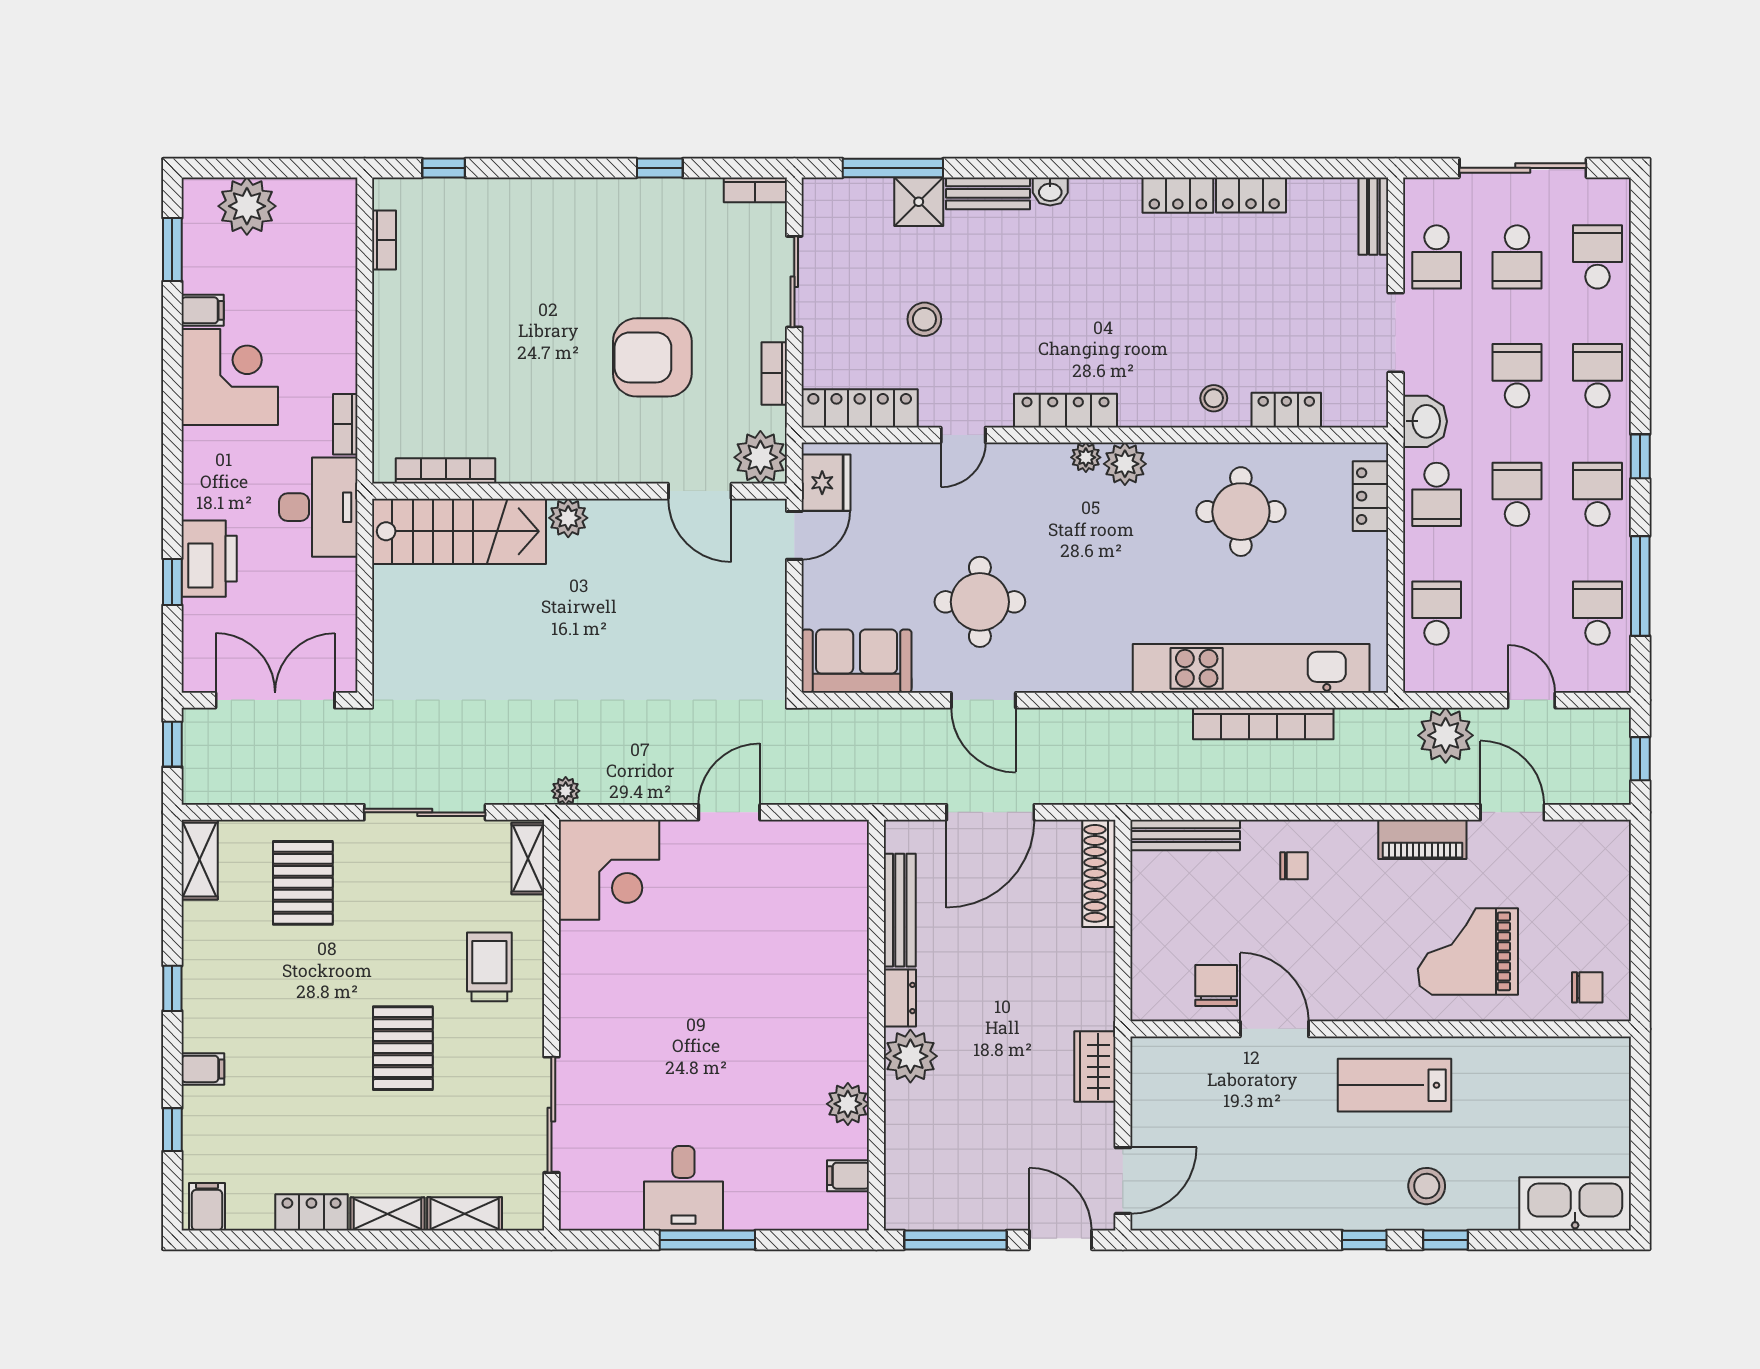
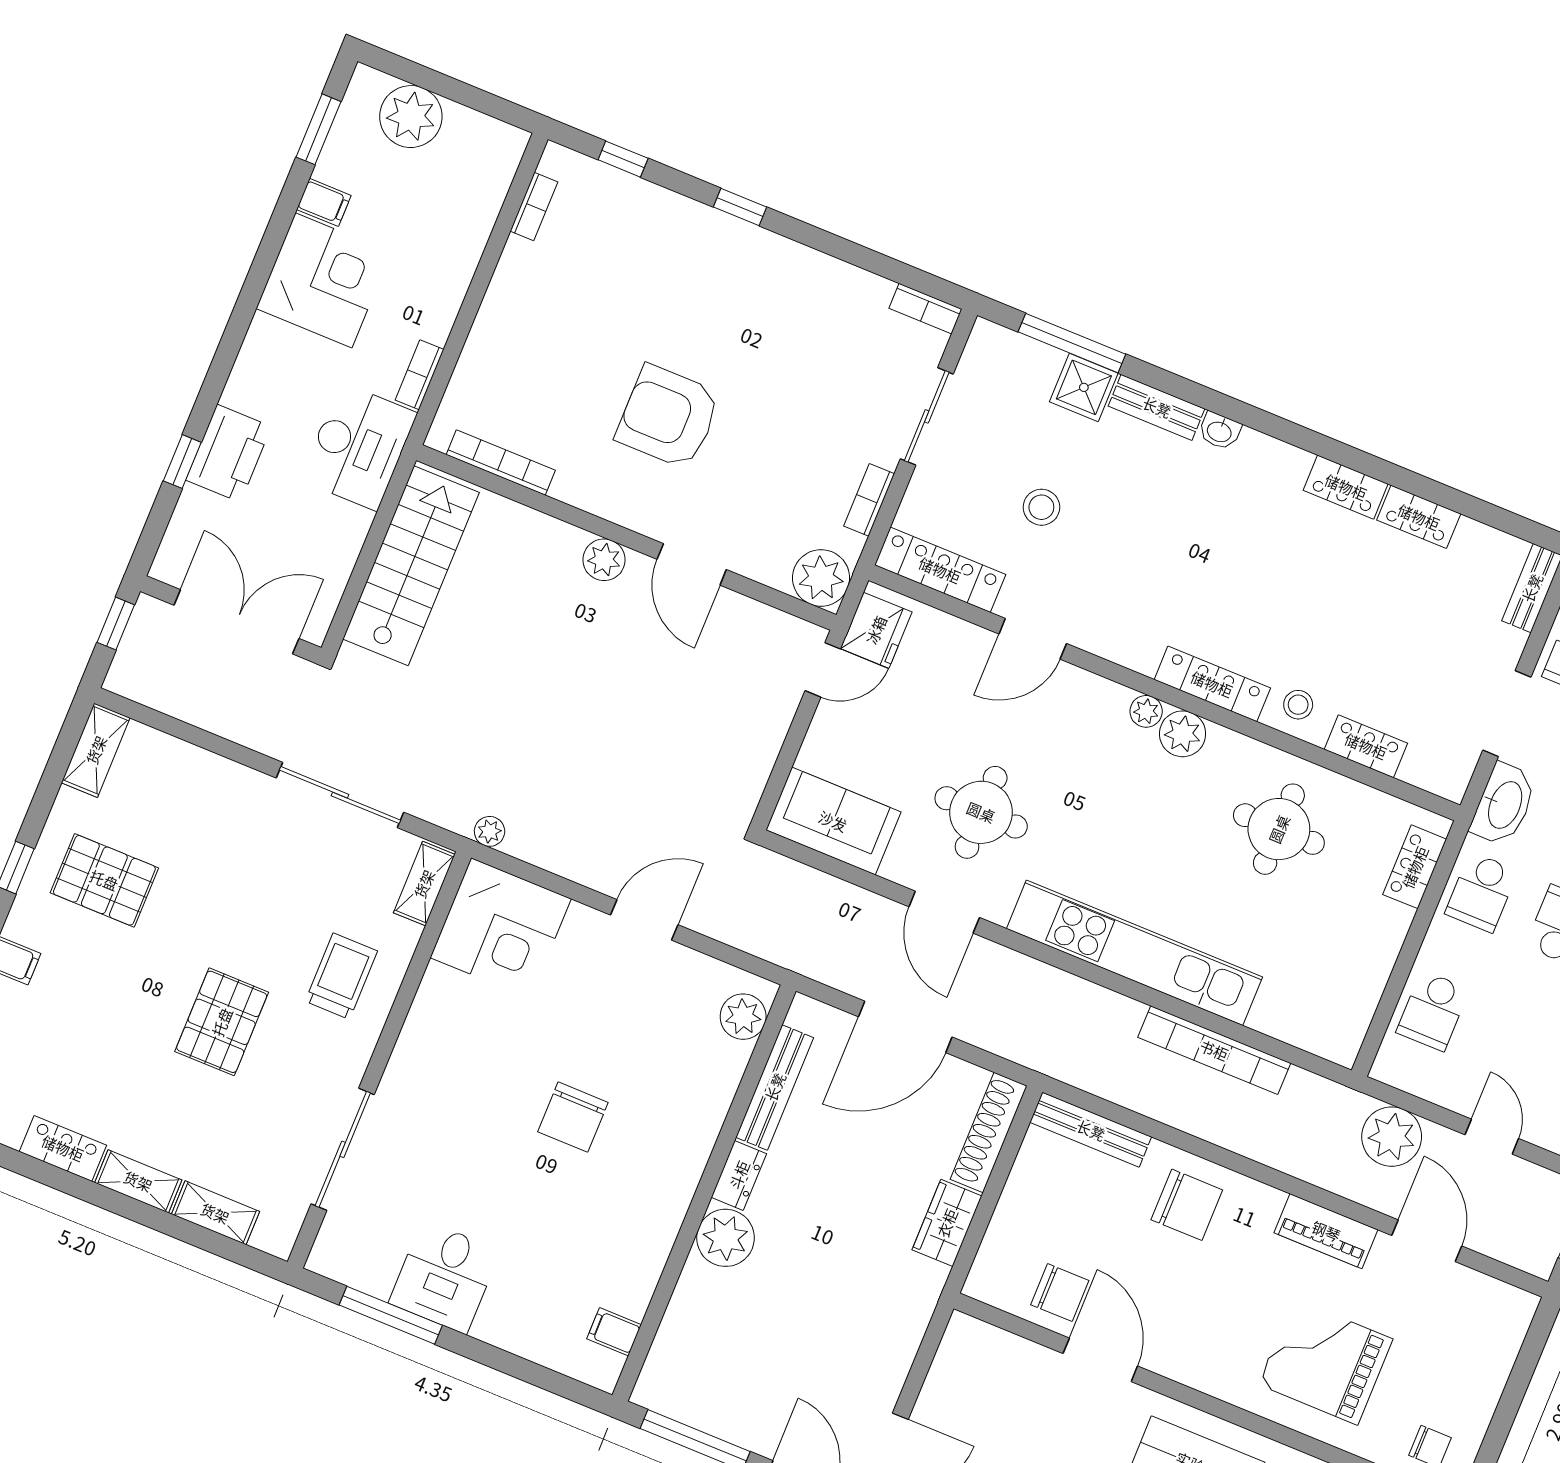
window: (660, 168) -> (740, 207), moved
armchair: (652, 357) -> (668, 417), moved
locker: (1066, 411) -> (1212, 684), moved
washbasin: (1425, 421) -> (1504, 804), width x1.38
door: (963, 435) -> (1033, 639), width x1.37
door: (700, 491) -> (692, 564), moved
stairs: (459, 531) -> (411, 566), moved, turned -90
school desk: (1437, 613) -> (1433, 1011), turned 180
kitchen unit: (1251, 668) -> (1134, 953), moved
chair: (1294, 866) -> (1187, 1205), width x1.87, depth x1.87
pallet: (303, 883) -> (104, 880), moved, turned 90
chair: (1216, 986) -> (1060, 1293), turned 90
chair: (737, 1006) -> (573, 1117), added
wardrobe: (1095, 1067) -> (947, 1223), moved
plant: (848, 1104) -> (743, 1017), moved
window: (707, 1240) -> (391, 1315), moved

